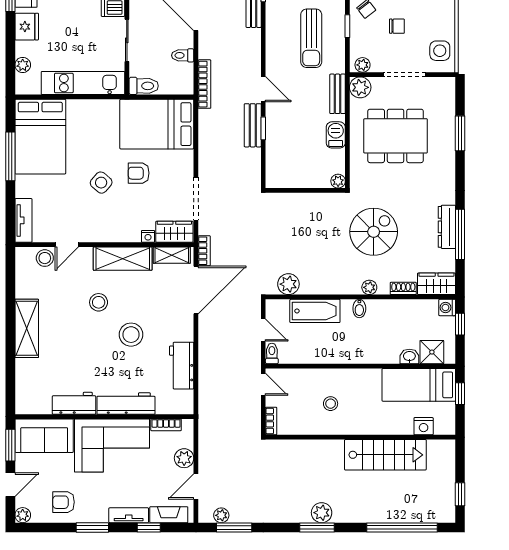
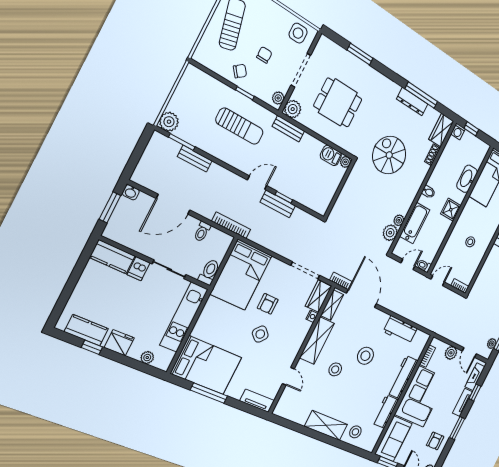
barbecue: (336, 135) -> (331, 155), moved
dining table: (396, 136) -> (338, 103), width x0.73
stool: (45, 258) -> (355, 432), moved
plant: (369, 287) -> (399, 220), moved
shower: (432, 352) -> (451, 210), moved
washbasin: (409, 356) -> (467, 179), width x1.91, depth x1.45

